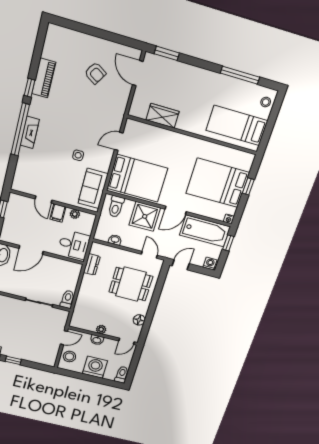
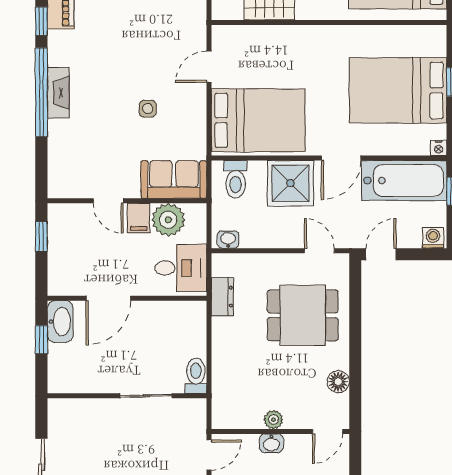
sofa: (93, 188) -> (174, 179), moved, turned 90
plant: (75, 214) -> (168, 220), width x1.87, depth x1.87
washbasin: (115, 240) -> (228, 240), moved

